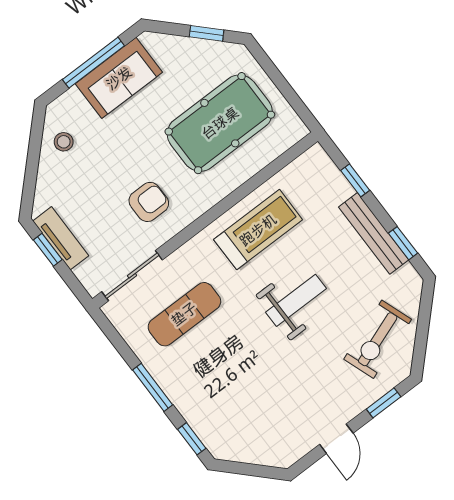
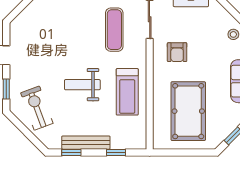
weight bench: (296, 300) -> (82, 85), turned 90

